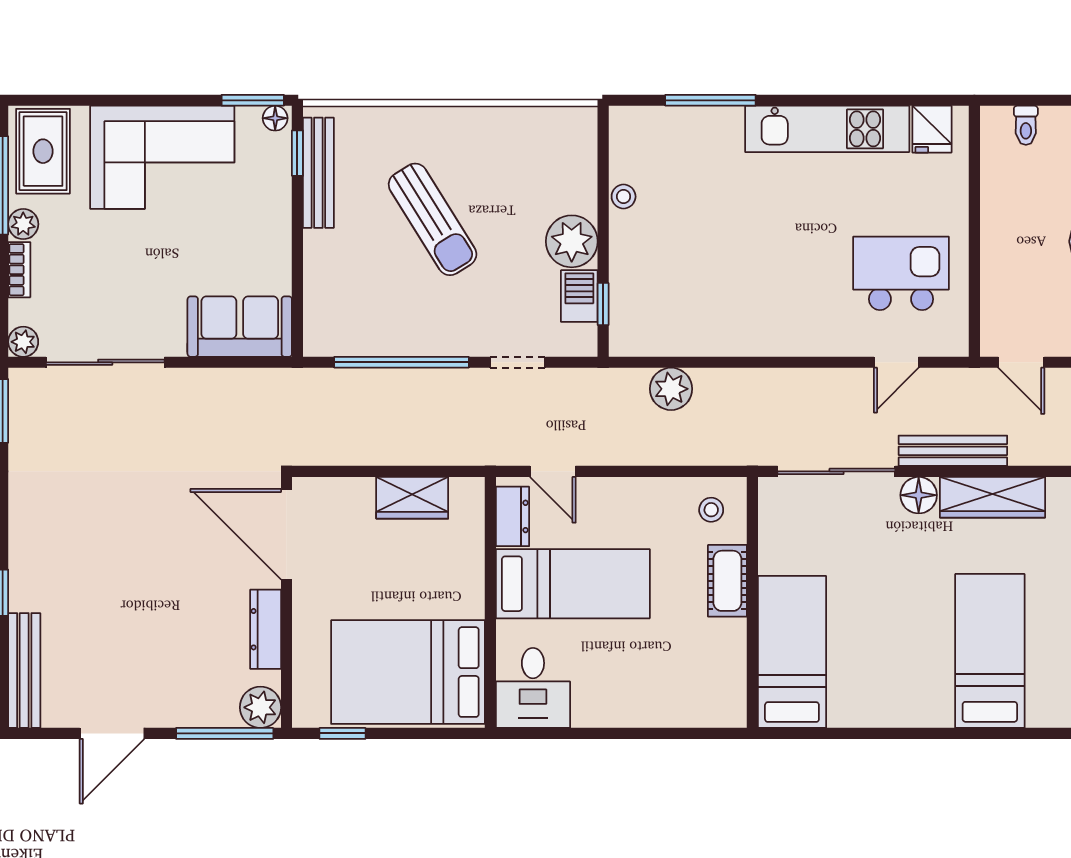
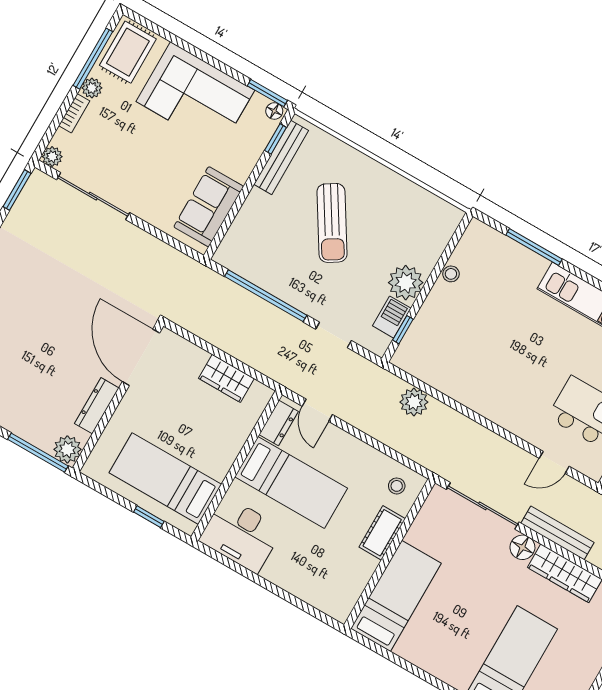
sofa: (240, 327) -> (209, 207), moved, turned -90
bed: (408, 672) -> (165, 479), width x0.67
desk: (533, 688) -> (241, 534), width x1.37
window: (342, 733) -> (149, 517), moved

